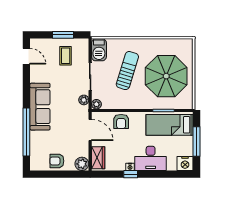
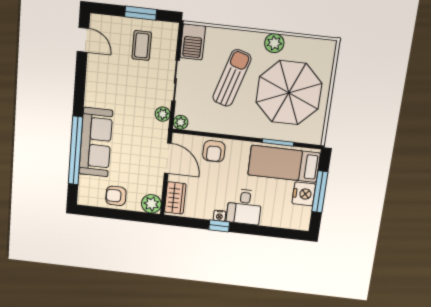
plant: (152, 45) -> (274, 43), added
sofa: (40, 107) -> (96, 142), moved
desk: (151, 158) -> (244, 207), width x0.73
nightstand: (185, 164) -> (304, 194), moved, turned -90

